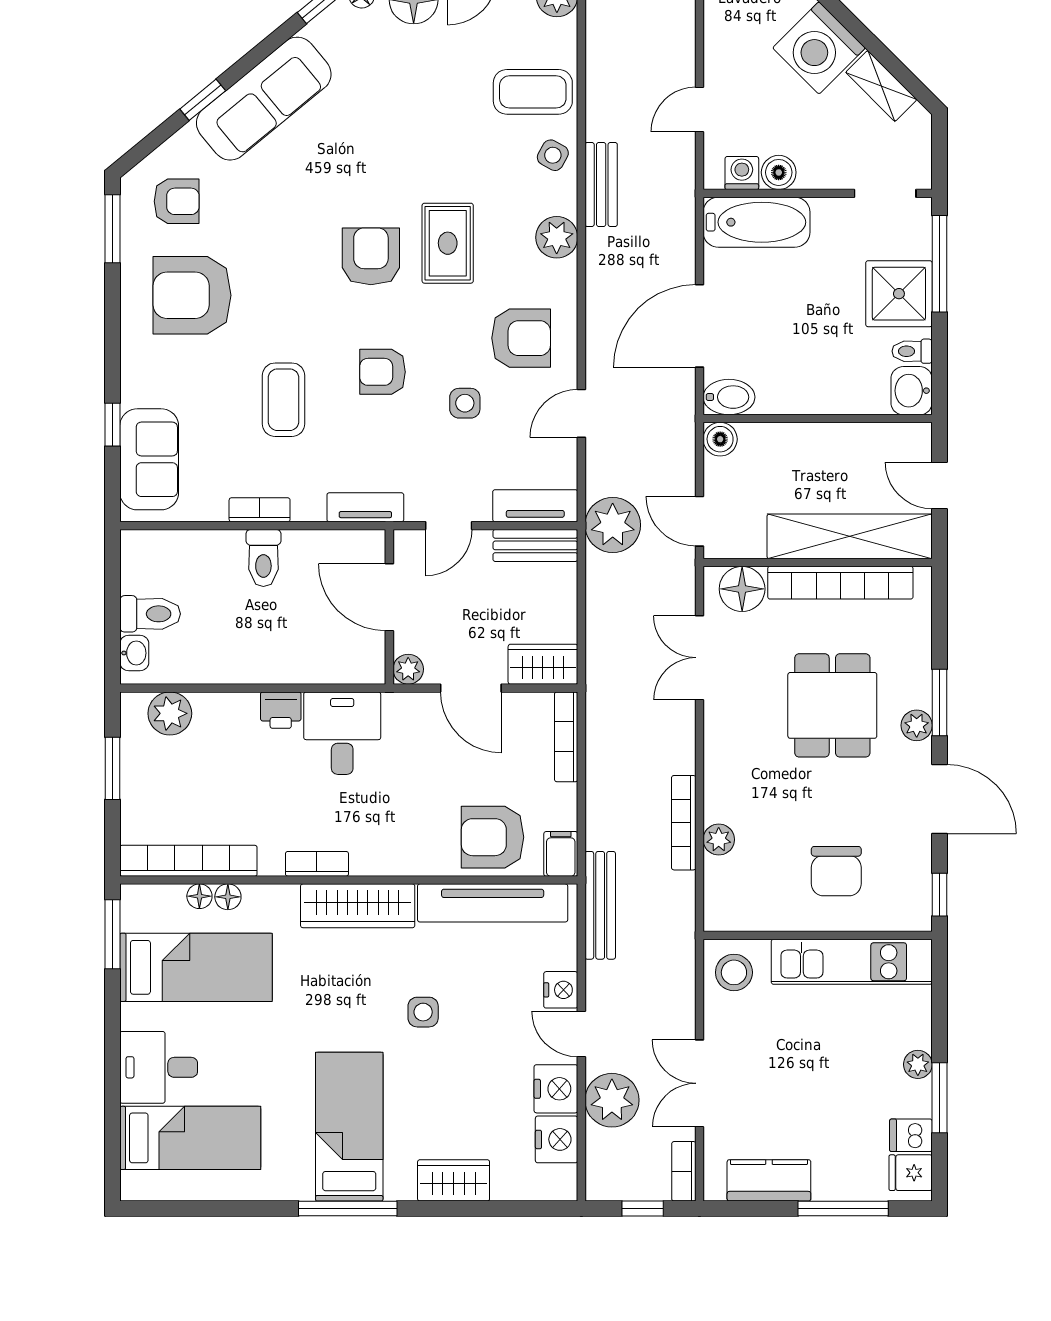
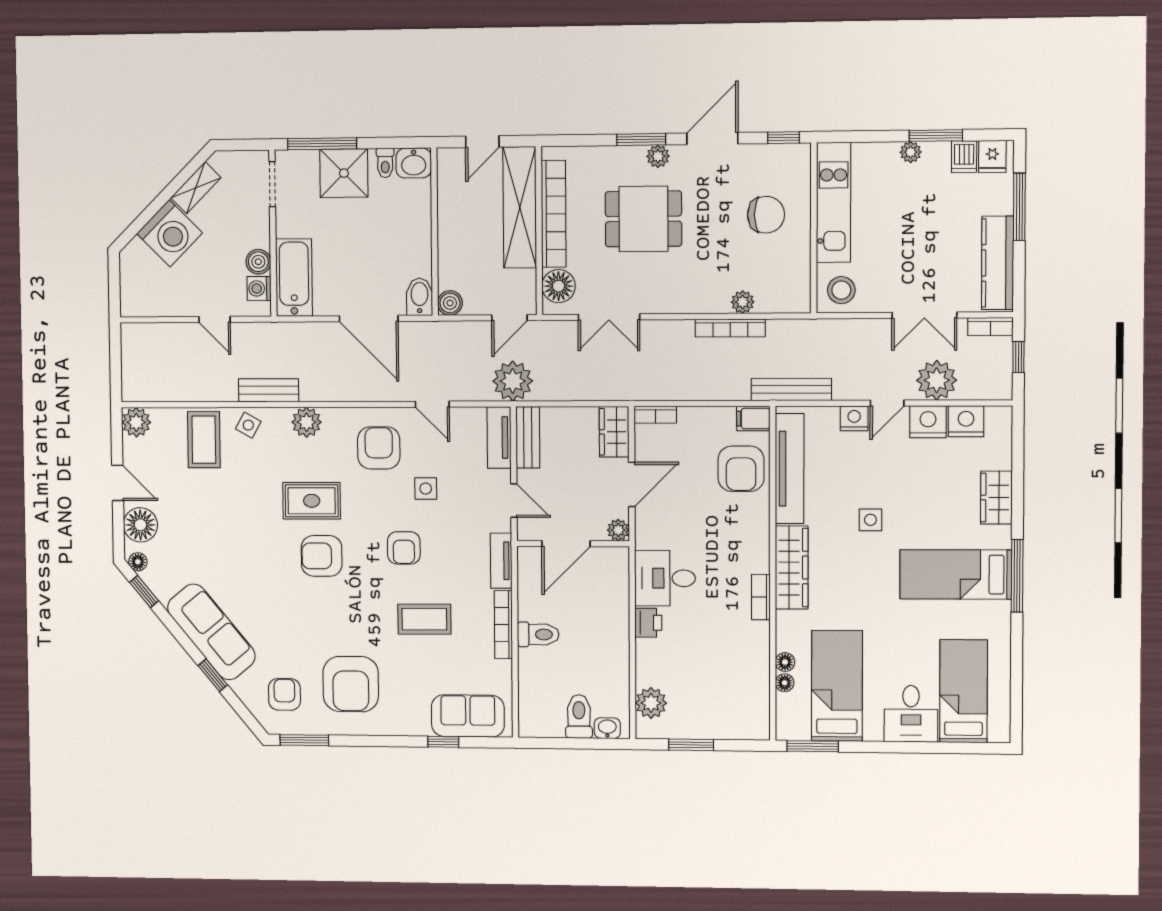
bookcase: (260, 510) -> (503, 625), width x1.56
bookcase: (566, 737) -> (655, 415), width x0.64
bookcase: (188, 861) -> (759, 691), removed
kitchen counter: (769, 1180) -> (998, 263), width x1.50

